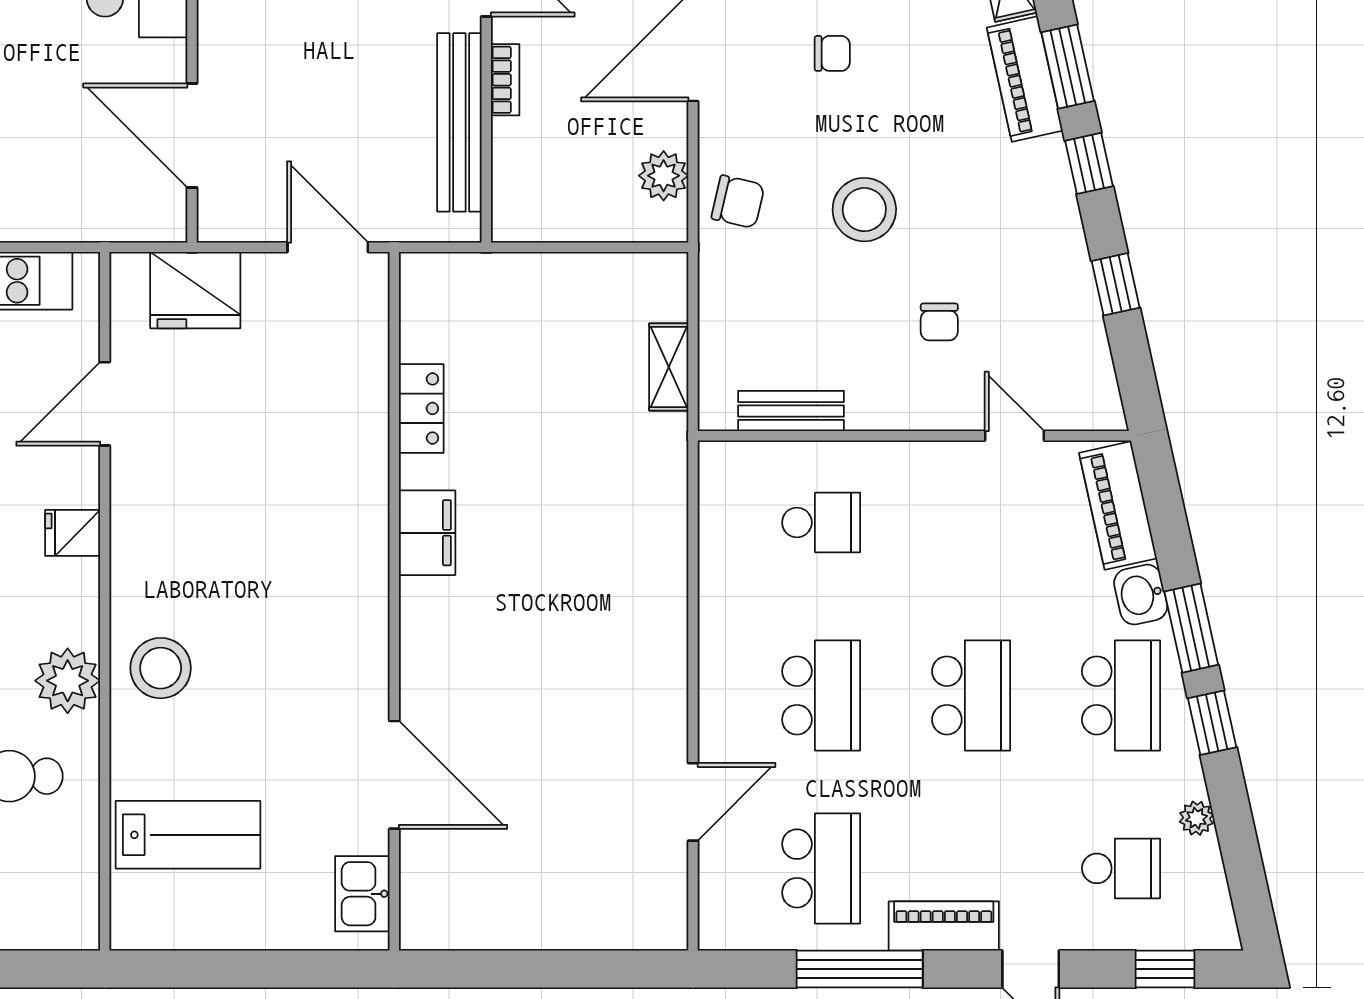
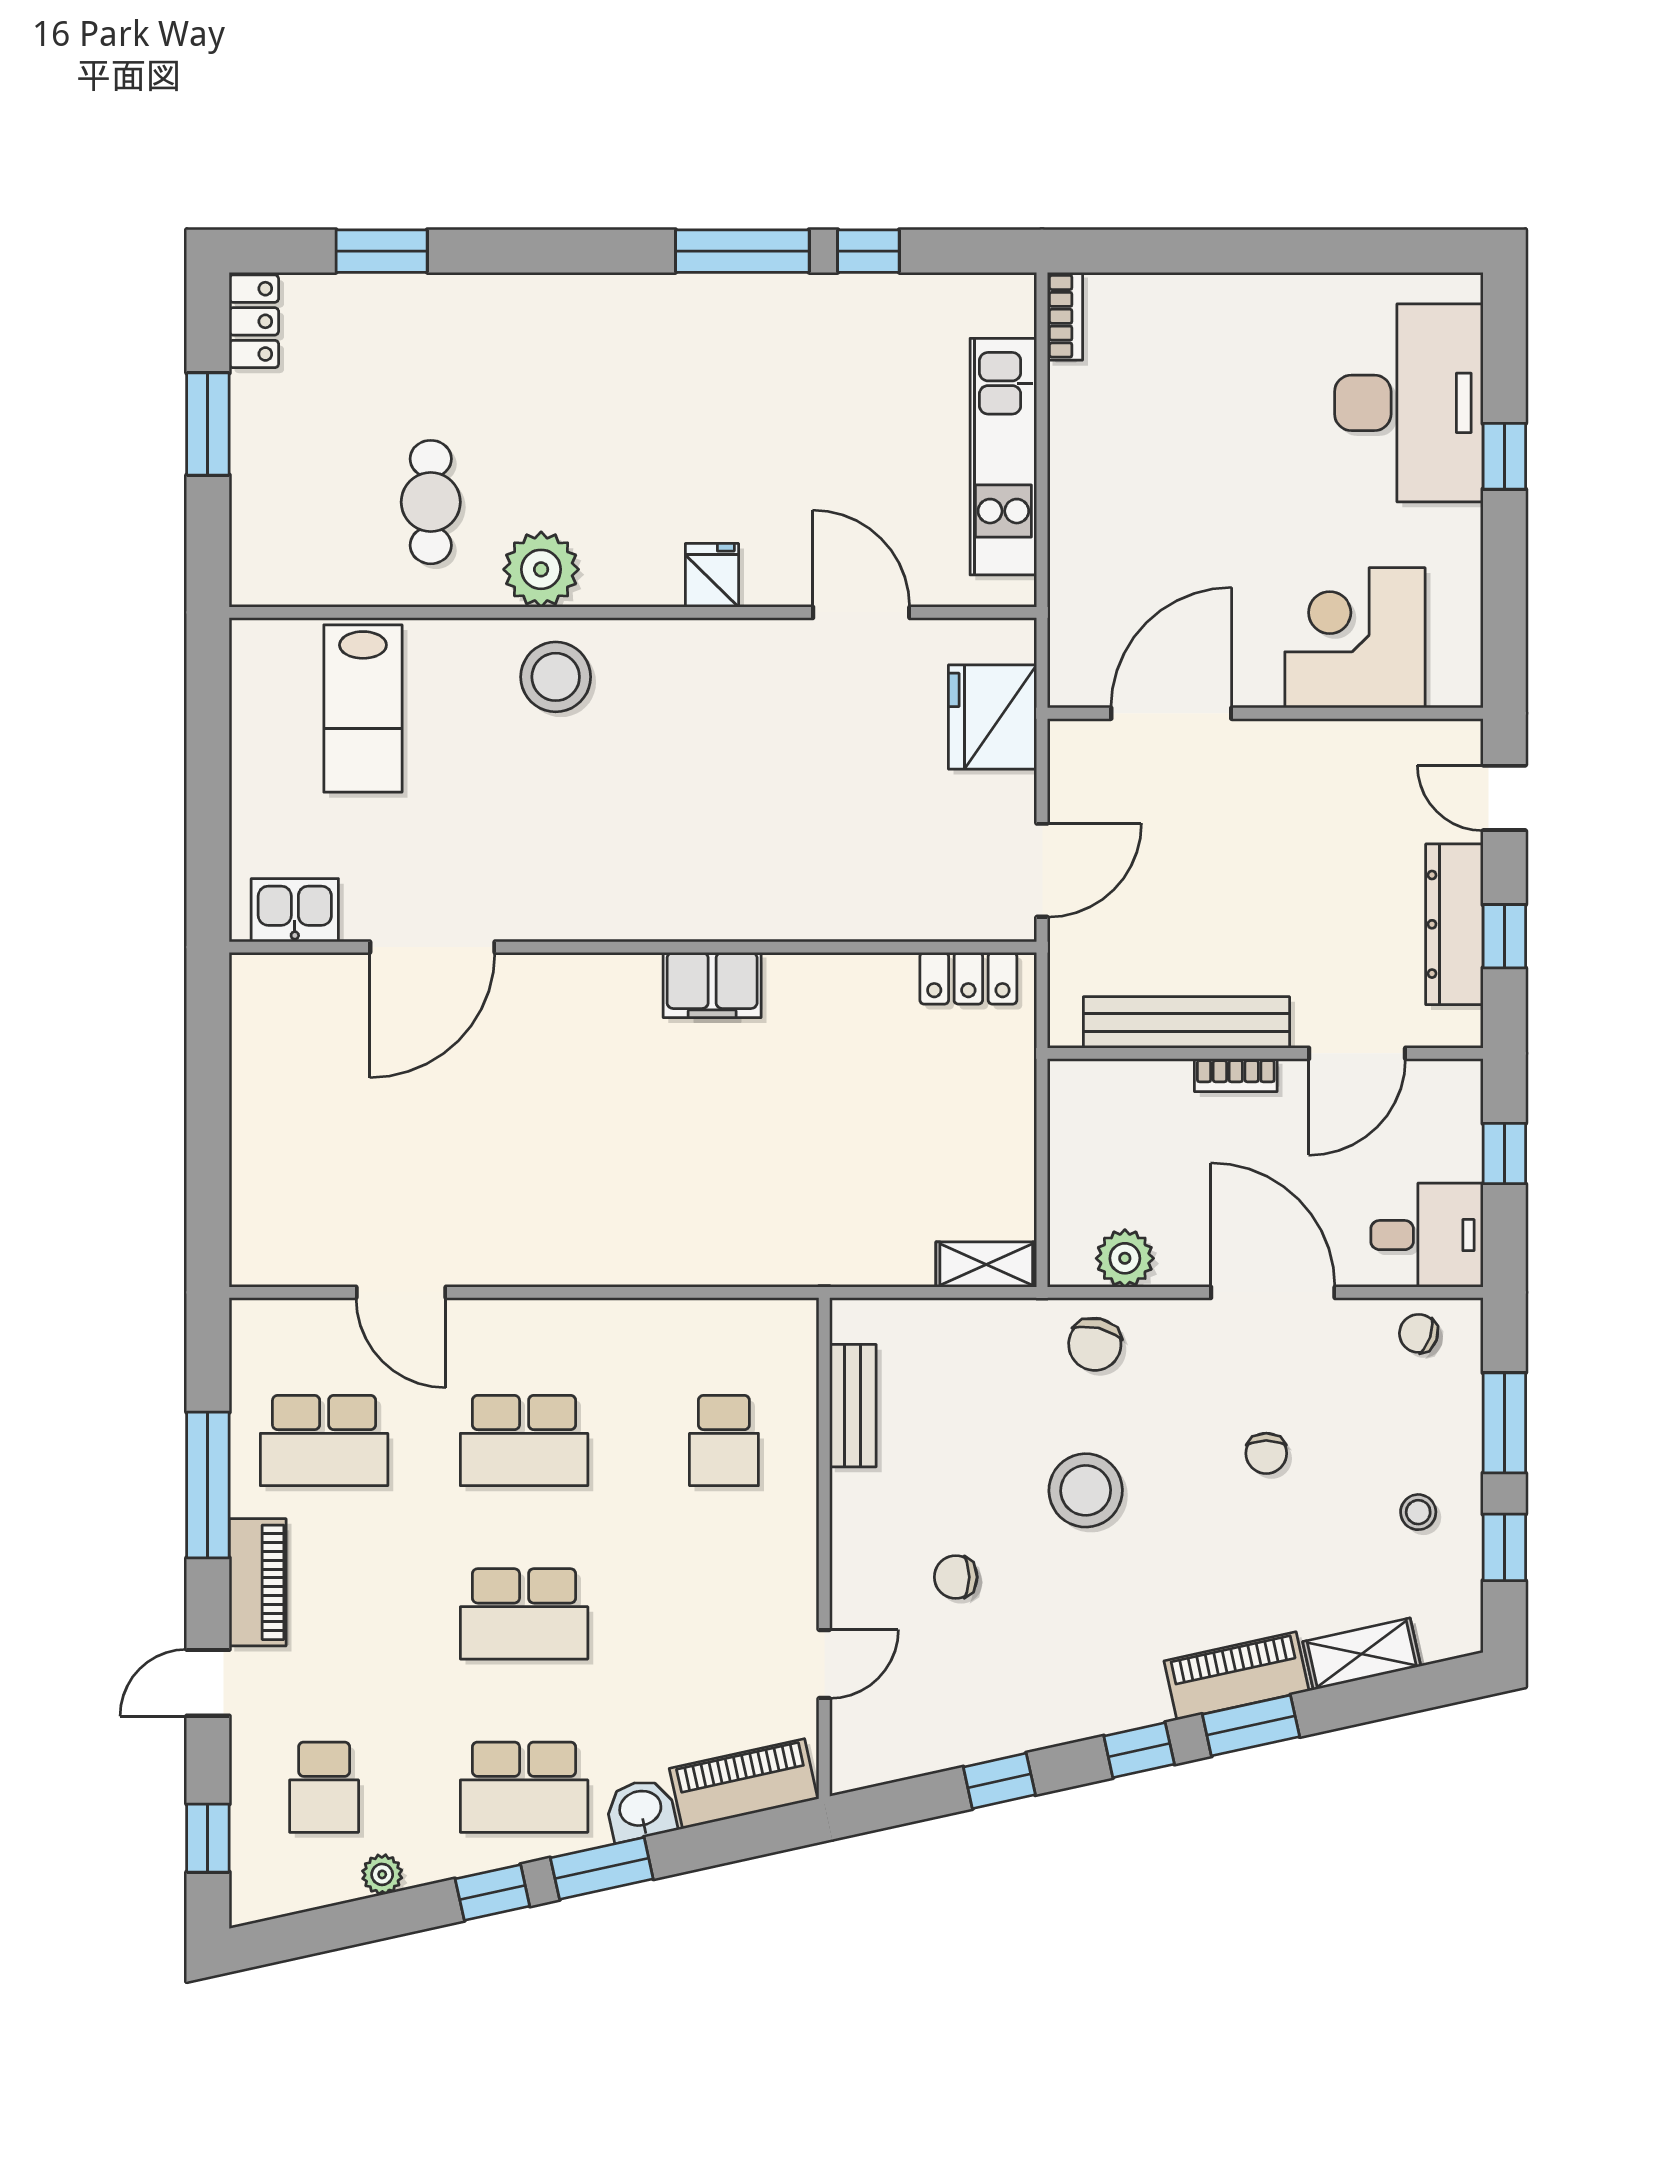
shelving: (669, 367) -> (986, 1264), moved
locker: (421, 408) -> (968, 978), moved

